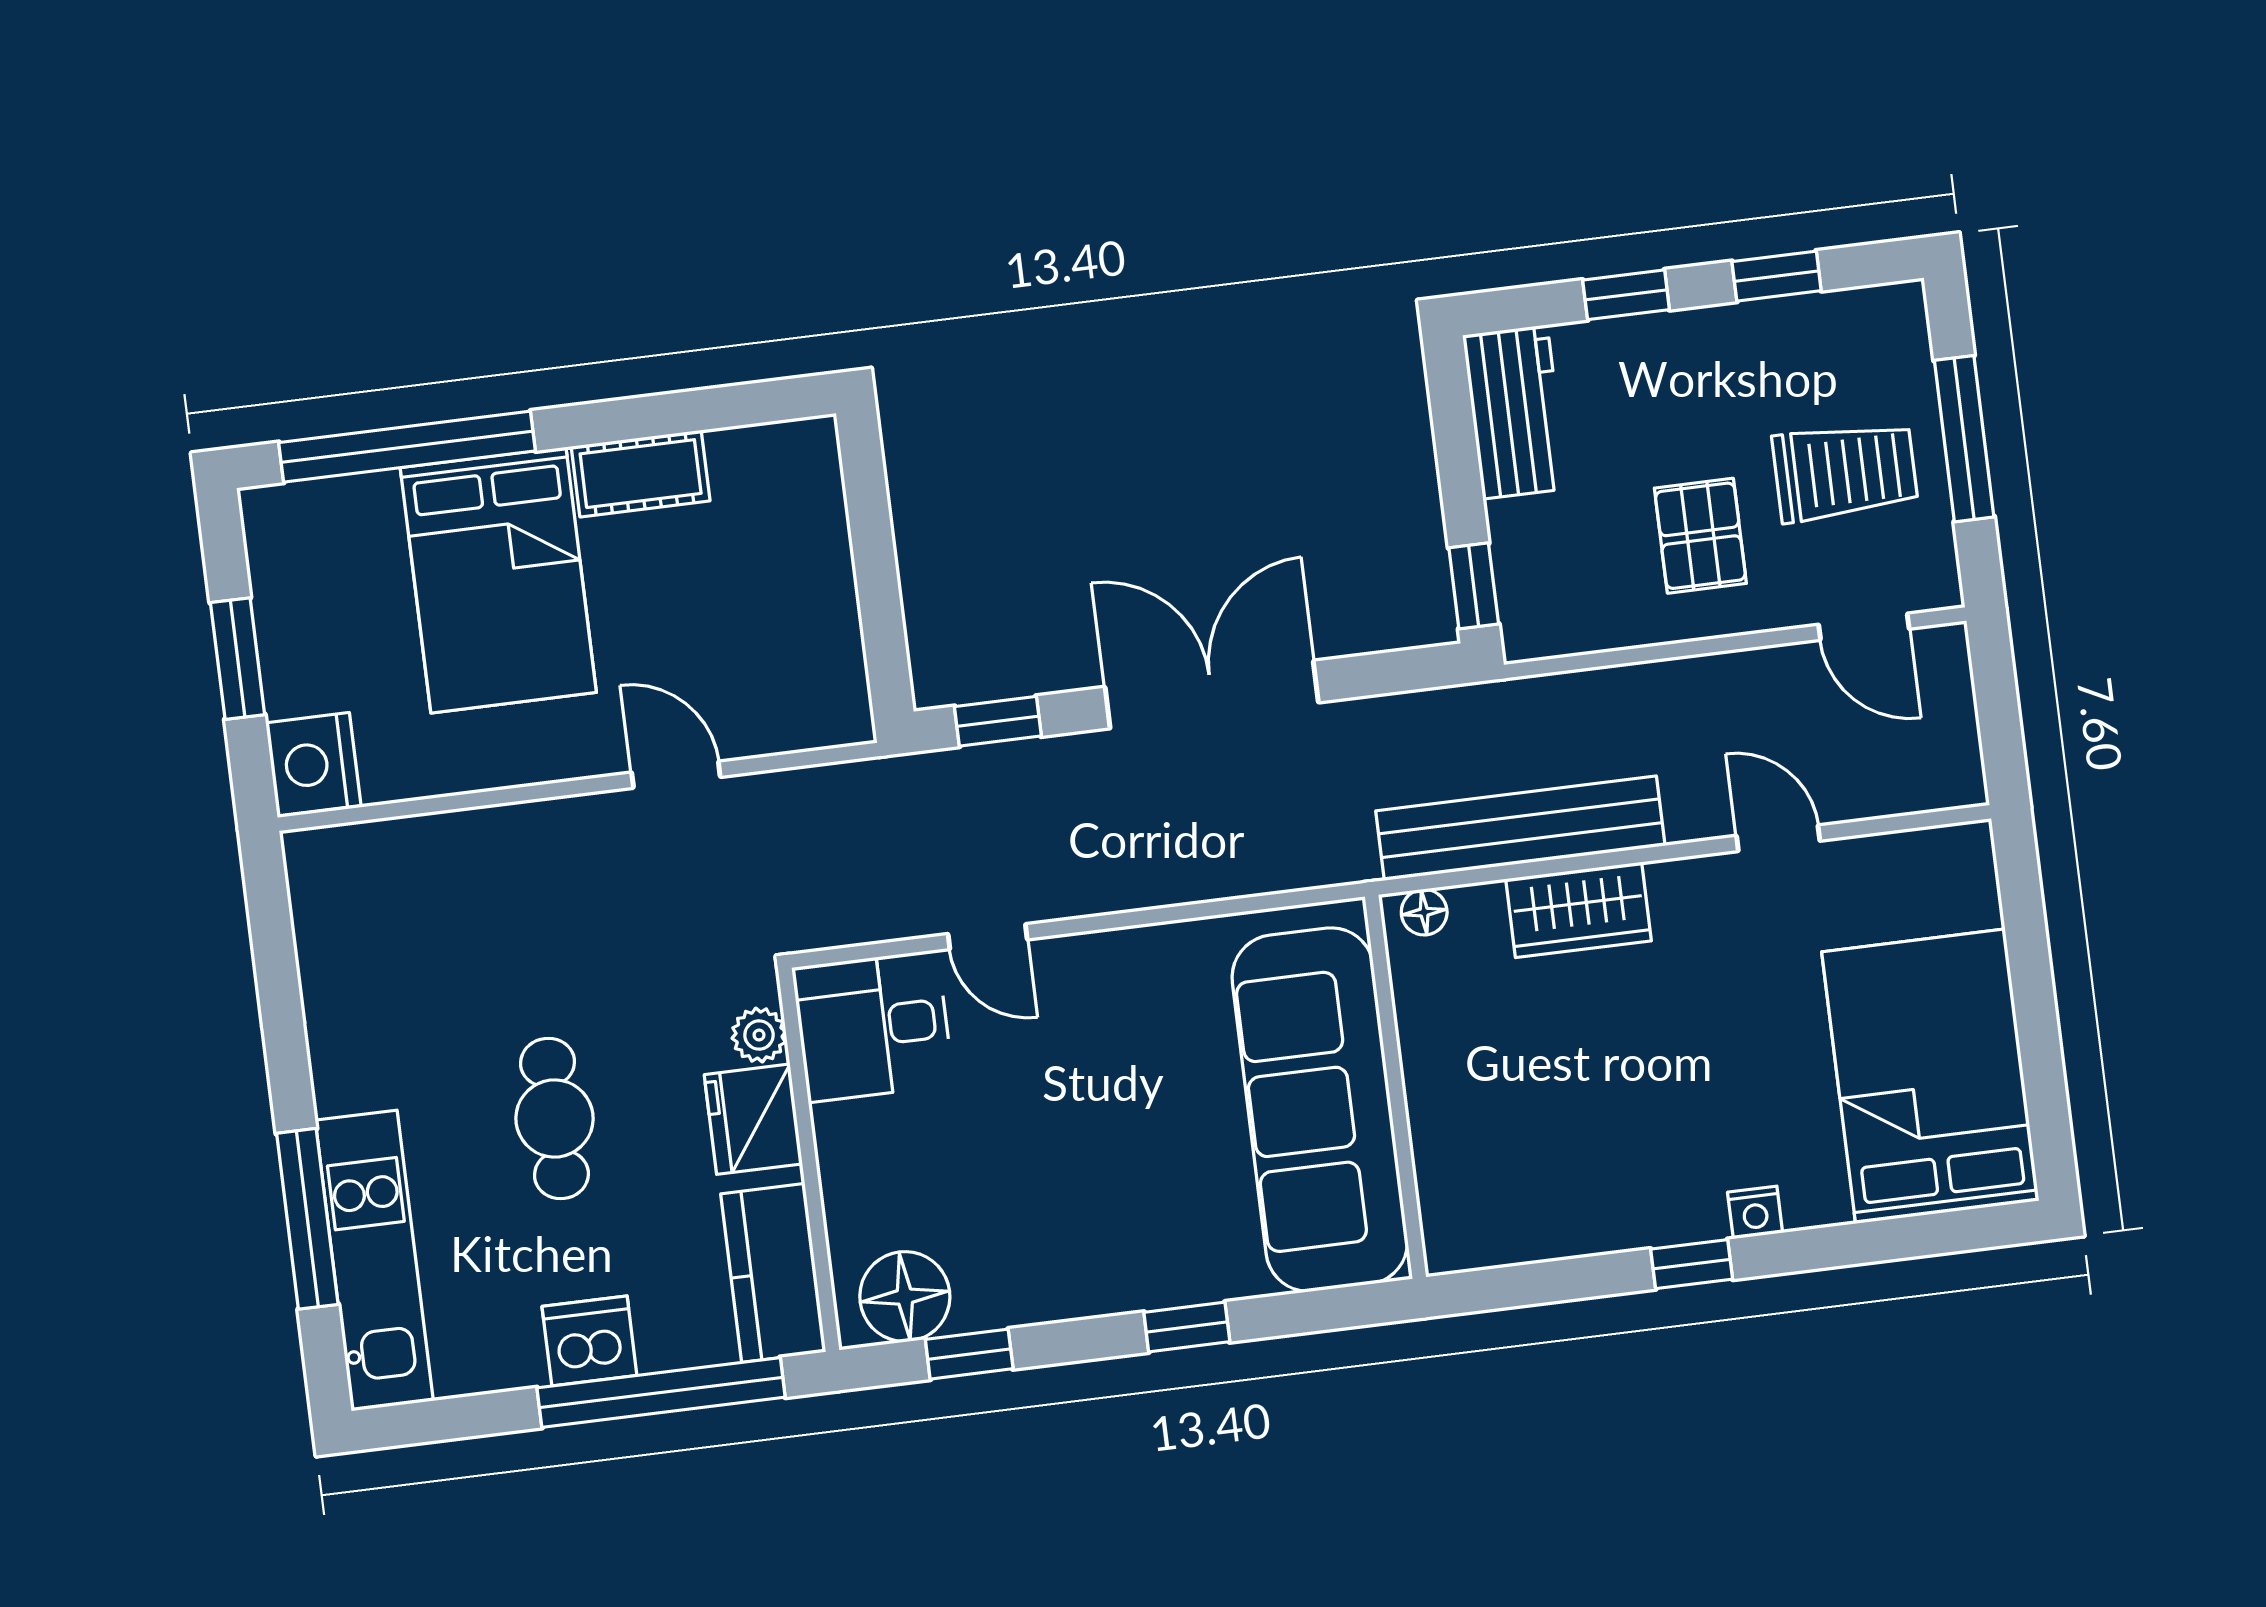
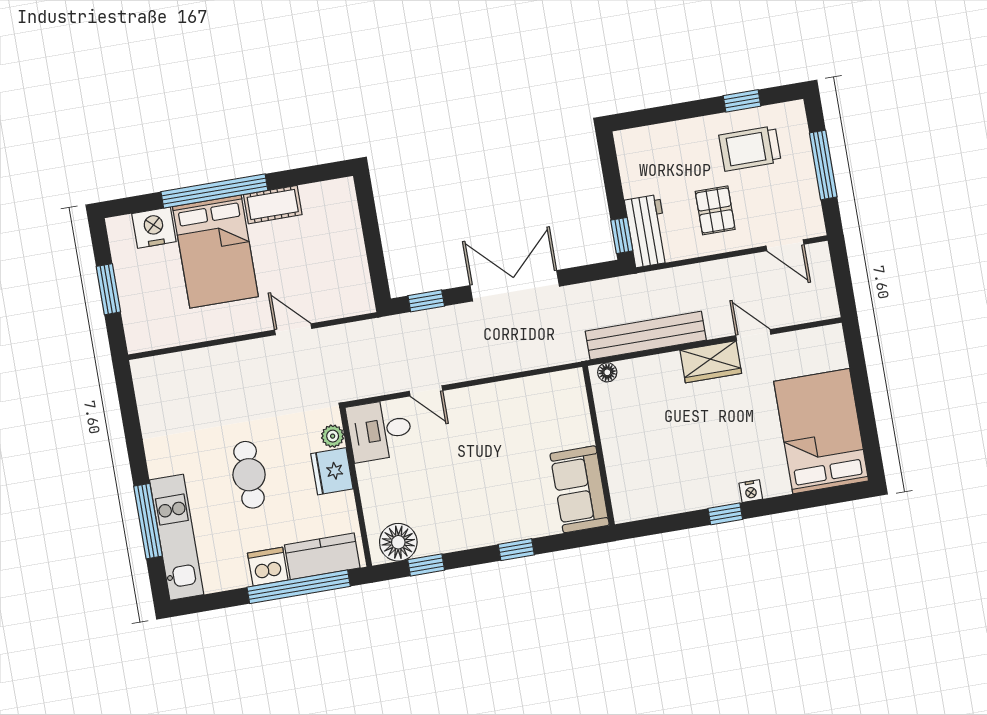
window: (1626, 295) -> (680, 111), removed
workbench: (1515, 412) -> (647, 231), moved
window: (407, 447) -> (214, 191), moved
trolley: (1845, 472) -> (750, 148), moved, turned 180
nightstand: (313, 764) -> (154, 228), moved, turned 90
wardrobe: (1579, 910) -> (711, 362), moved
sofa: (1320, 1110) -> (580, 489), width x0.54, depth x0.79
kitchen counter: (773, 1273) -> (322, 556), moved, turned 90

